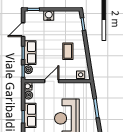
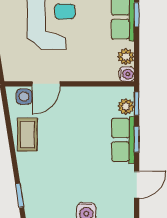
coffee table: (68, 51) -> (27, 135), moved
door: (52, 81) -> (46, 84), moved

